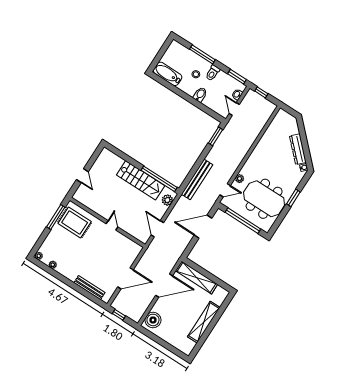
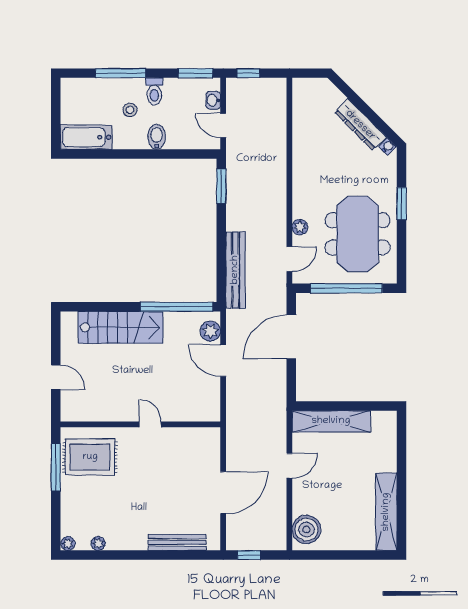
stairs: (141, 180) -> (120, 327), moved
meeting table: (264, 199) -> (358, 234), turned 90
door: (157, 229) -> (223, 361), moved
door: (164, 285) -> (289, 466), width x0.53
shelving: (204, 322) -> (386, 512), moved

